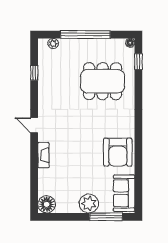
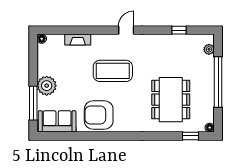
coffee table: (74, 138) -> (113, 71), added
fireplace: (43, 155) -> (78, 40), moved
floor lamp: (47, 204) -> (42, 39), width x0.53, depth x0.53

